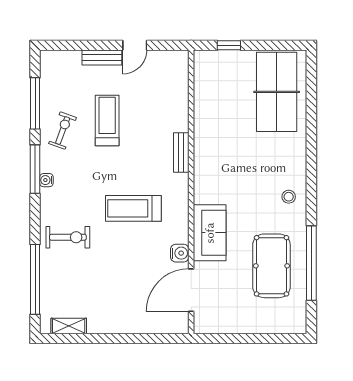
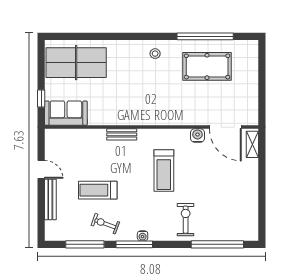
bench: (102, 58) -> (50, 199), width x1.36
sofa: (210, 233) -> (66, 113), moved
shelving: (69, 326) -> (252, 144), moved

